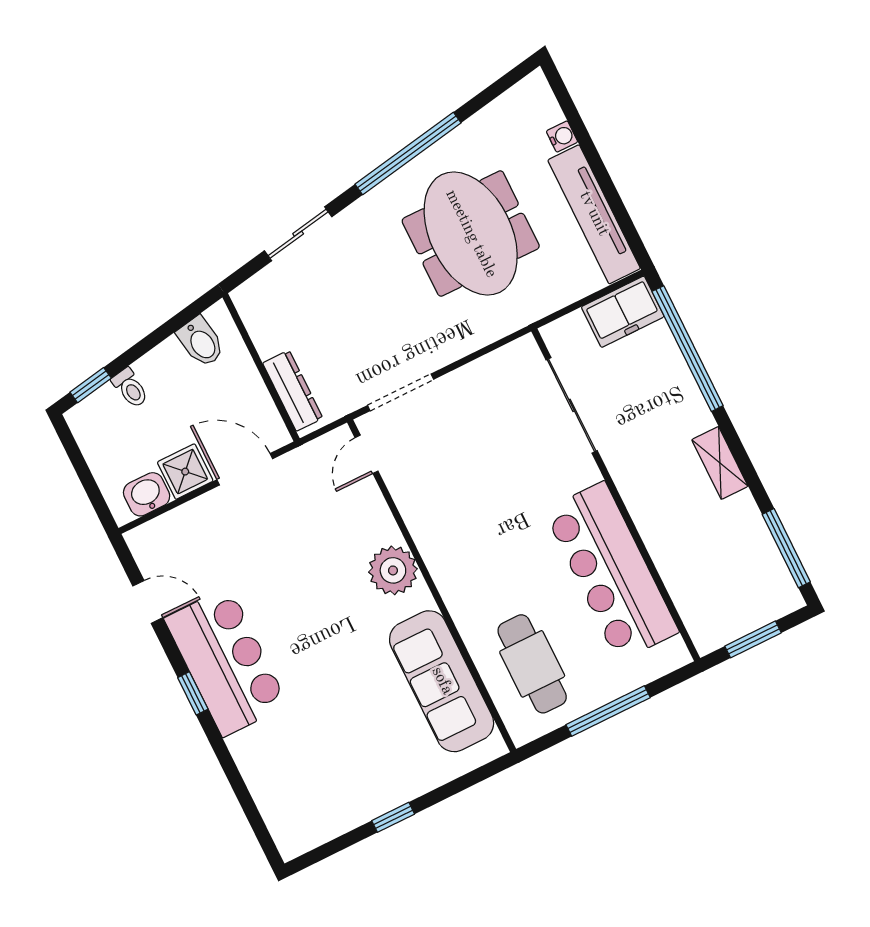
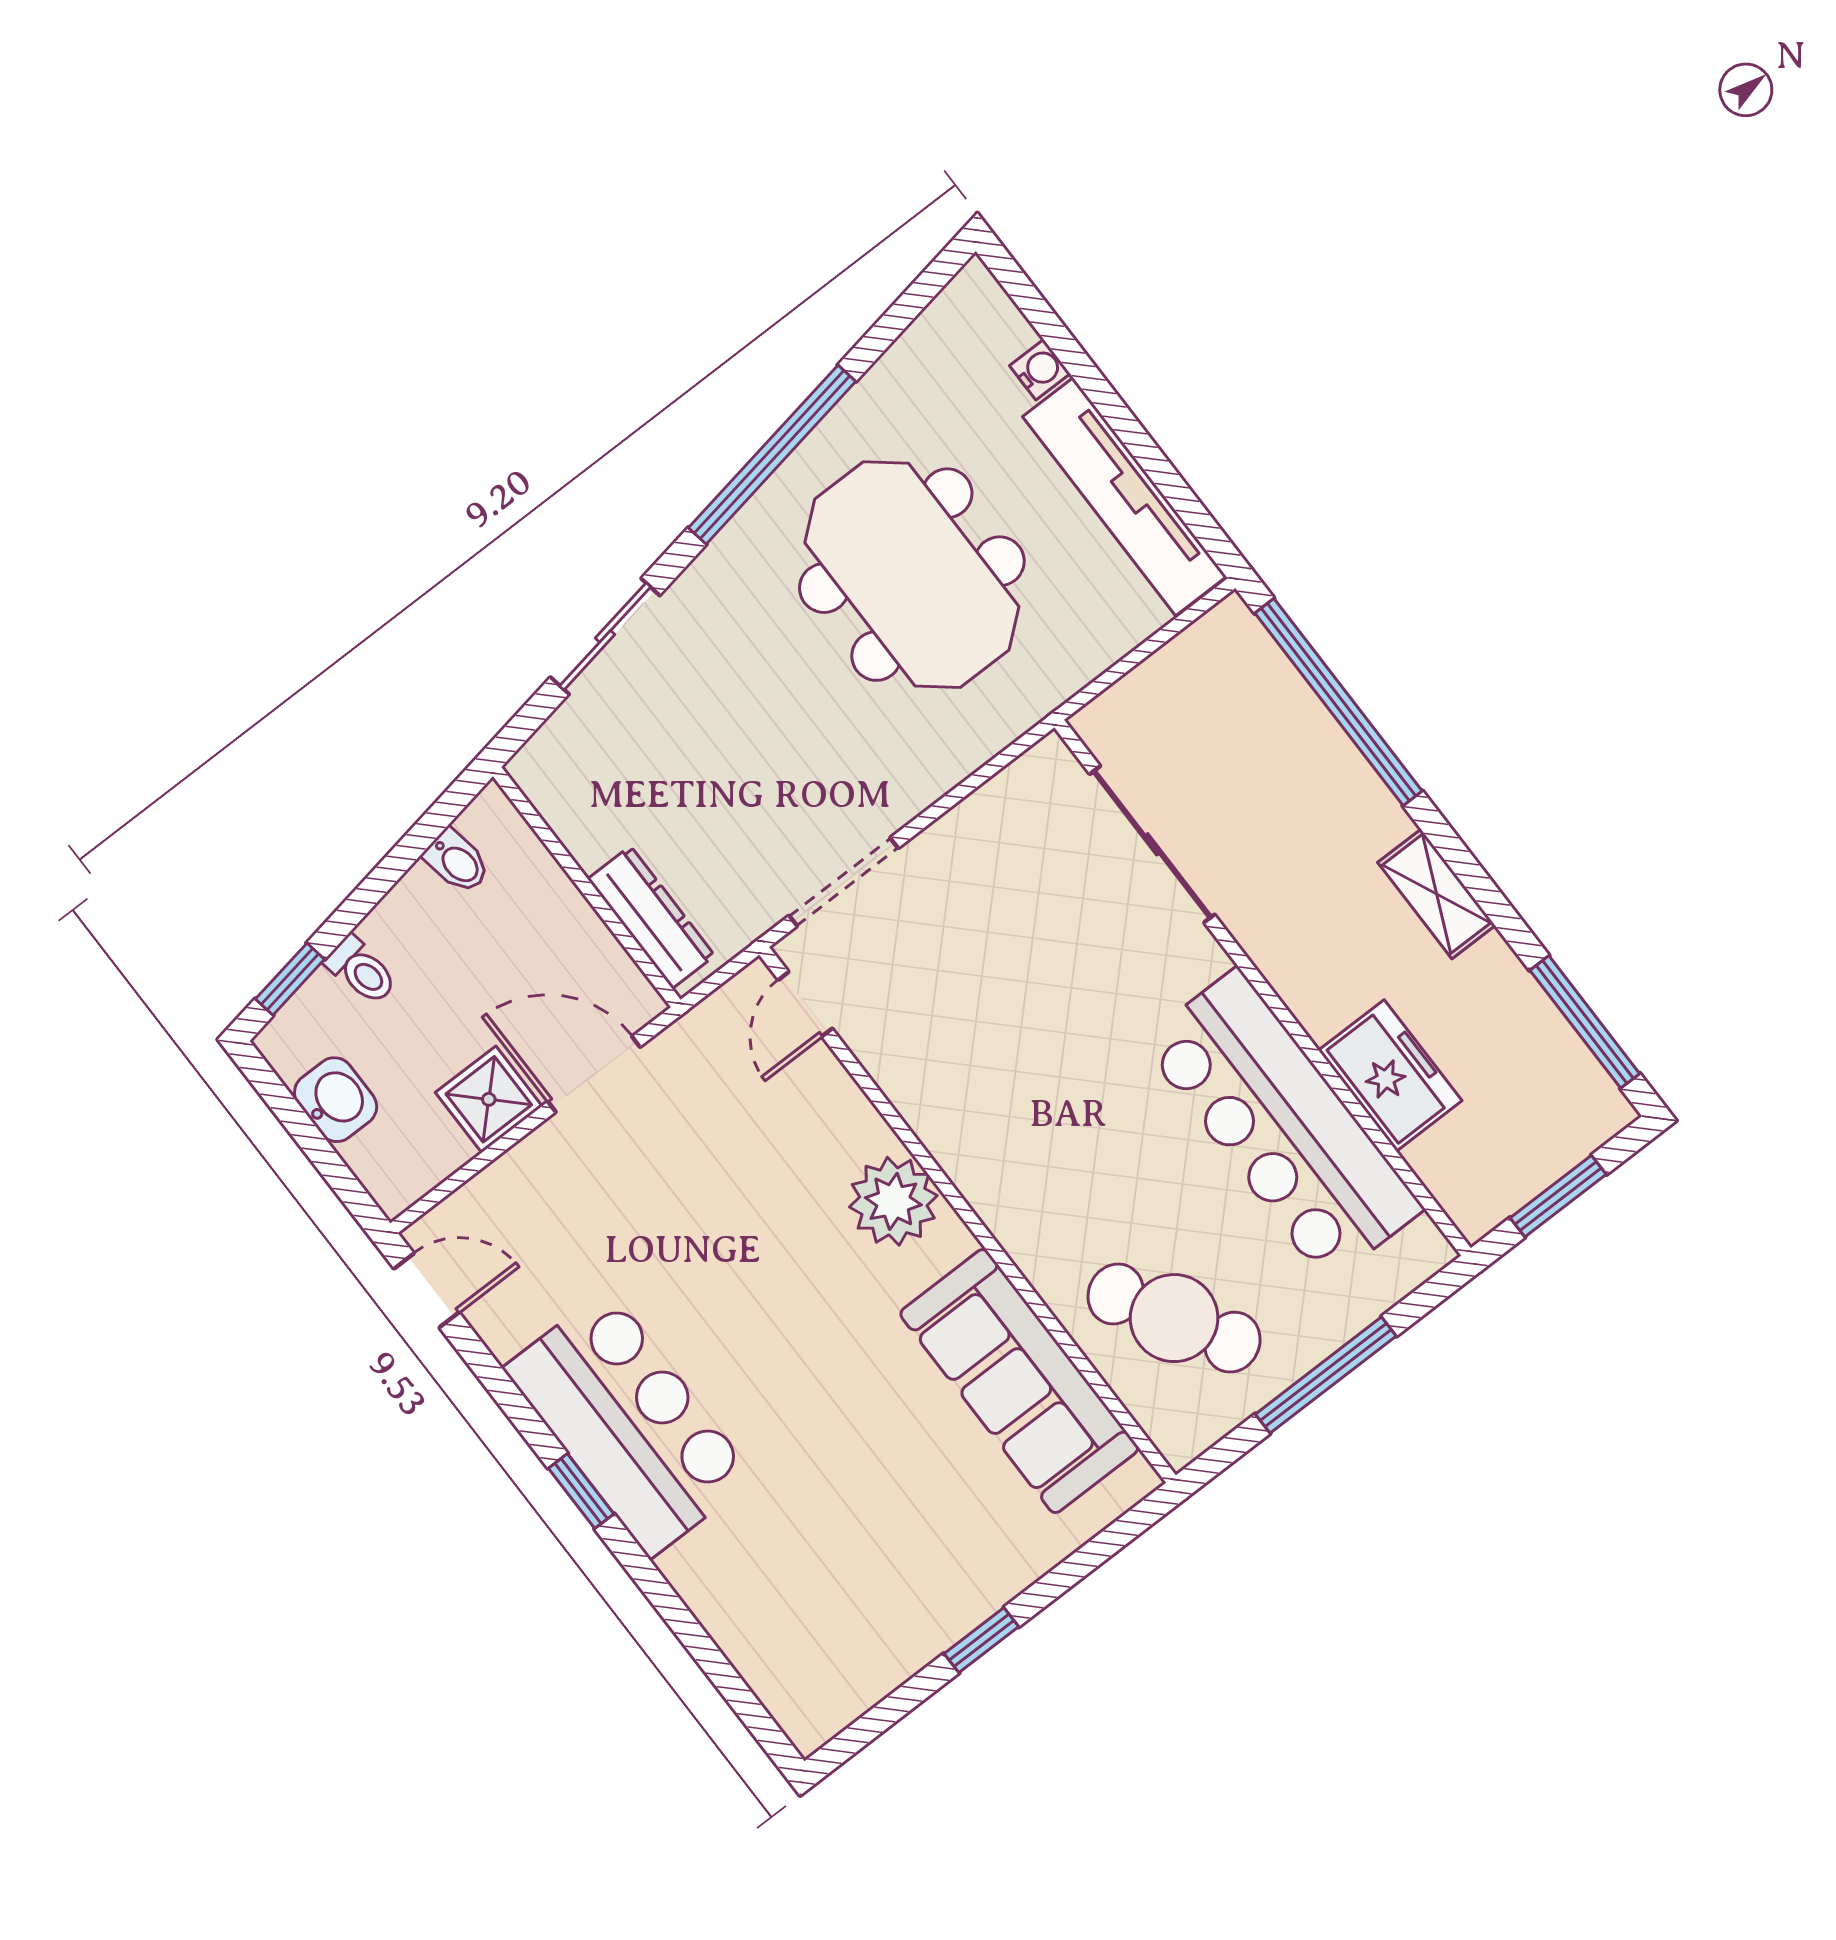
freezer: (623, 312) -> (1390, 1075), moved, turned -90
bidet: (201, 342) -> (457, 861), width x0.72, depth x0.74
washbasin: (147, 494) -> (336, 1100), moved, turned 90
door: (148, 602) -> (427, 1290), moved
cafe table: (532, 664) -> (1174, 1318), turned -30

